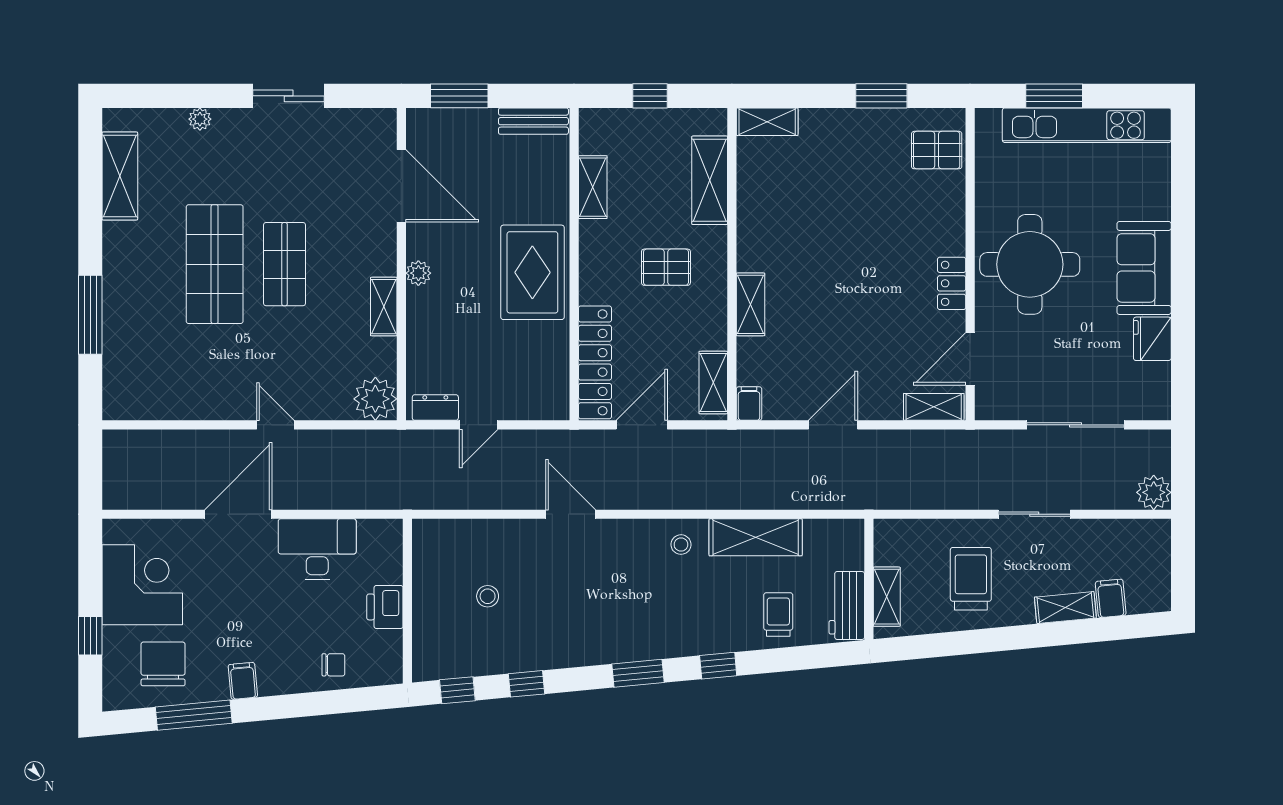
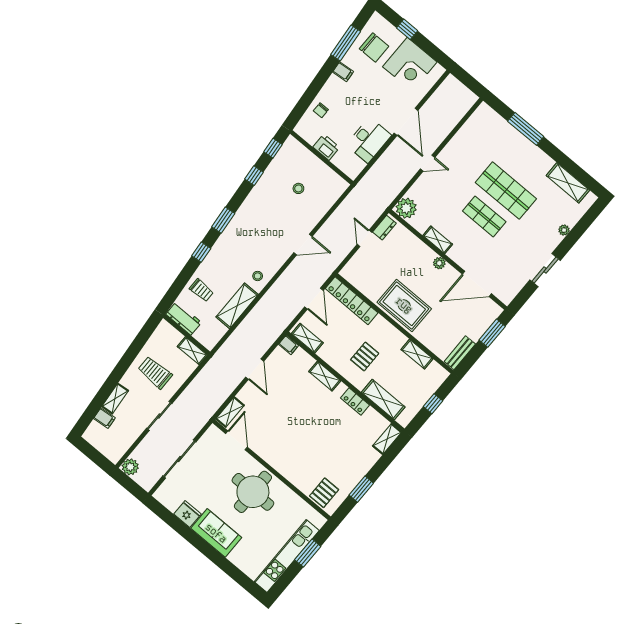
locker: (952, 283) -> (355, 402), moved, turned 180
trolley: (971, 579) -> (155, 373), turned 180
shelving: (887, 597) -> (192, 351), moved

